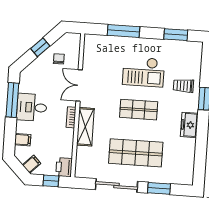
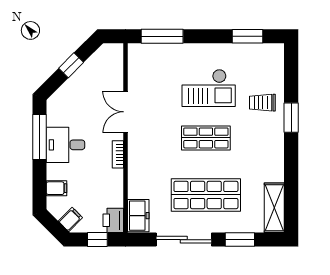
window: (123, 31) -> (162, 36), moved
chair: (59, 59) -> (96, 79), removed
freezer: (189, 125) -> (138, 216), moved, turned 180
shelving: (85, 127) -> (274, 208), moved

